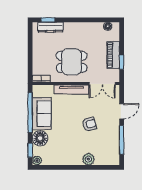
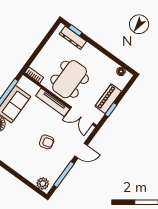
dining table: (72, 62) -> (70, 79), width x1.38
plant: (88, 159) -> (43, 183), moved

